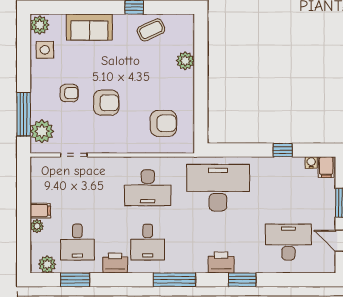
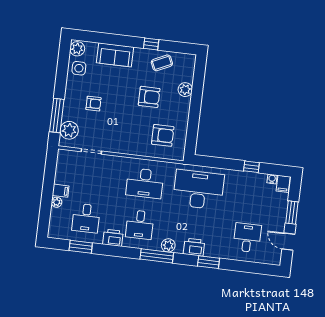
armchair: (106, 103) -> (149, 97), moved
desk: (288, 242) -> (247, 238), width x0.73
plant: (47, 264) -> (168, 245), moved

